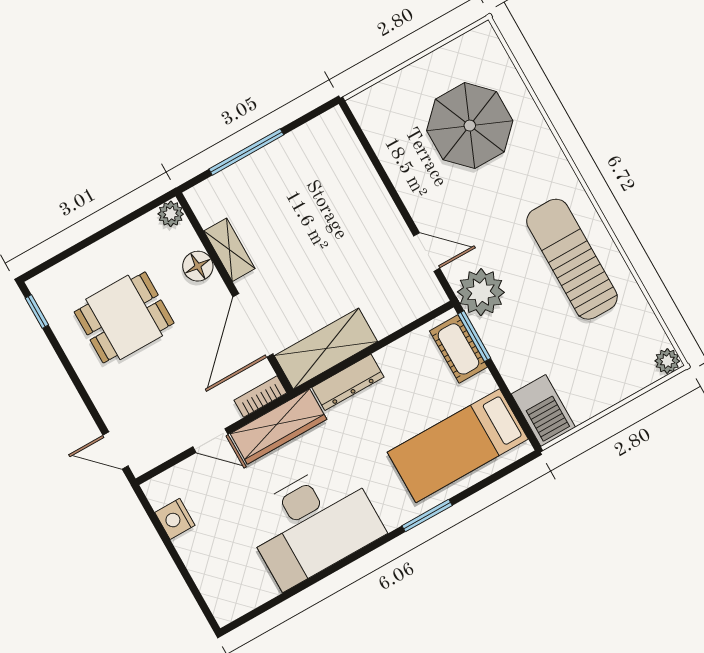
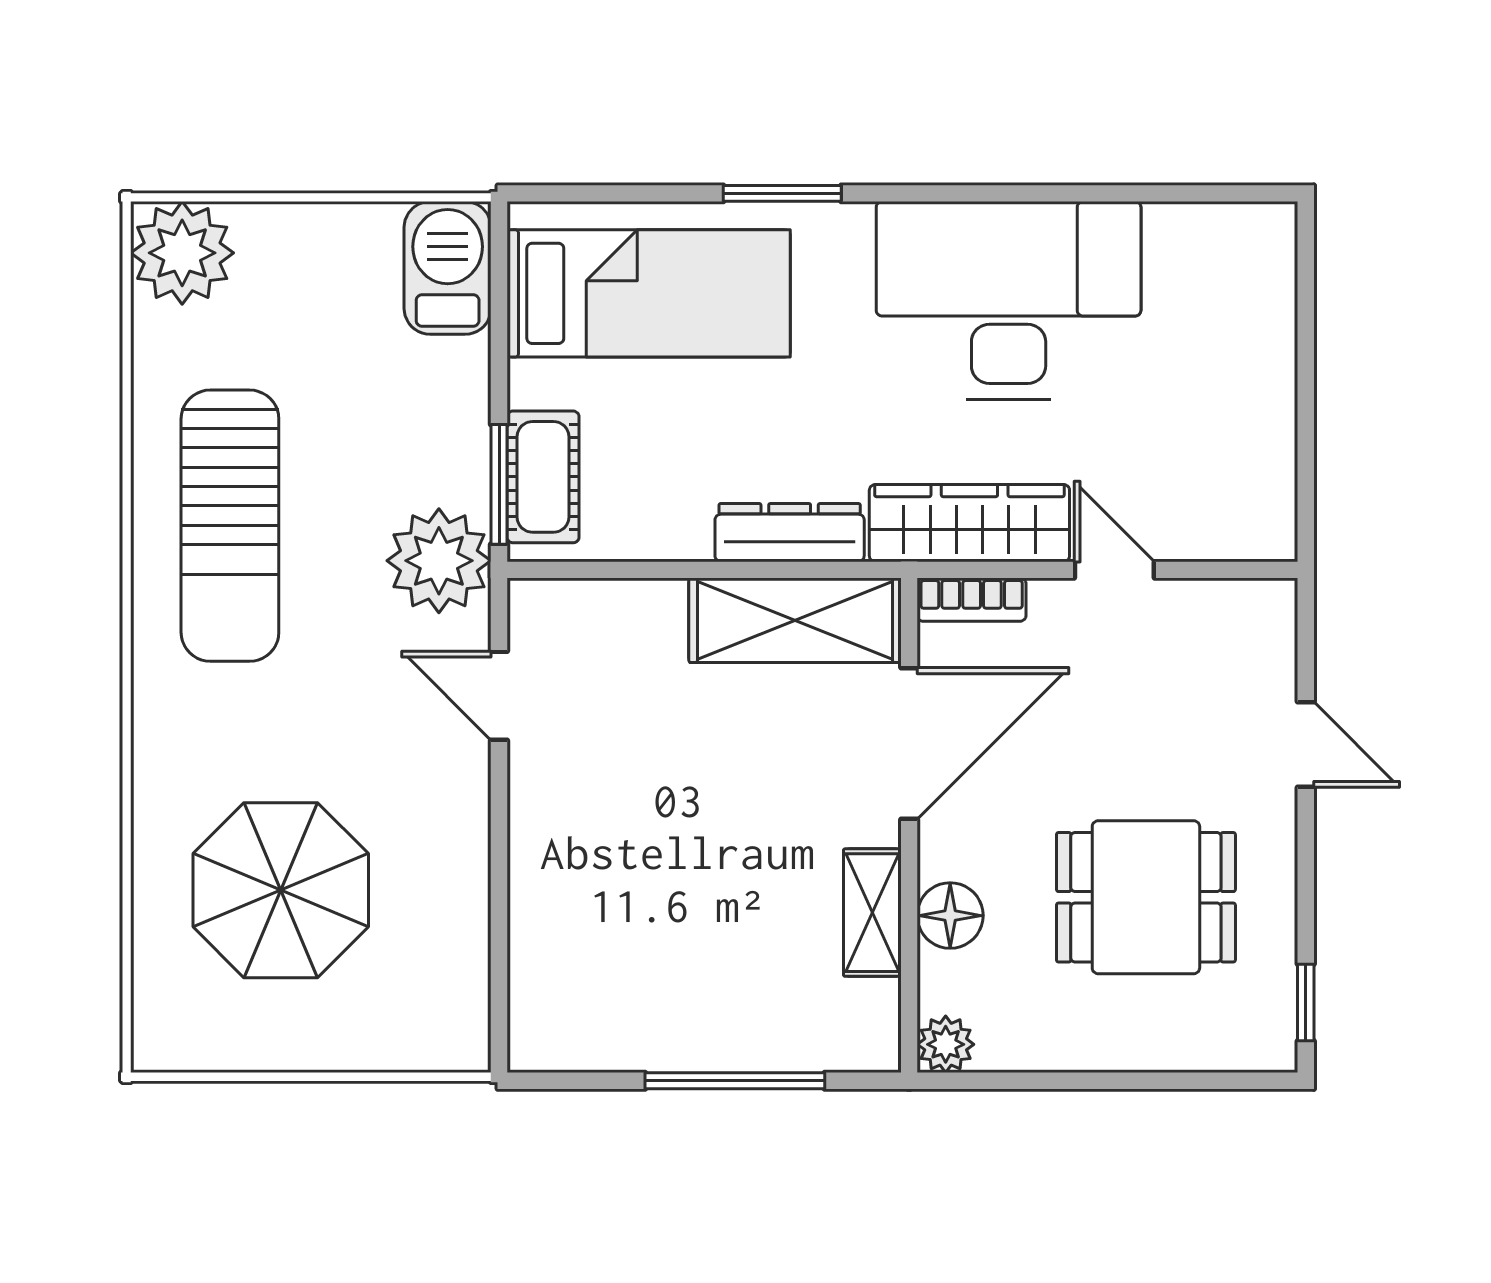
plant: (667, 361) -> (182, 253), width x1.87, depth x1.87
door: (115, 450) -> (1306, 745), moved
nightstand: (175, 519) -> (1266, 459), removed

